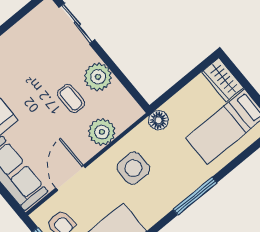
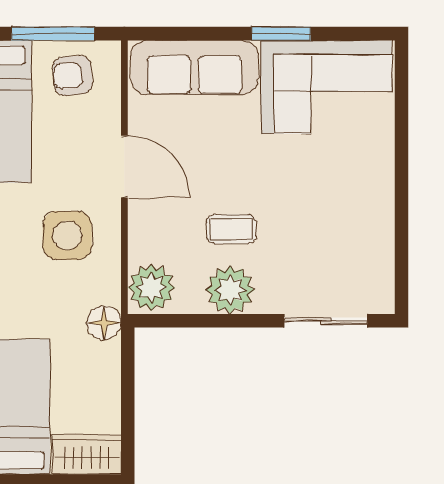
plant: (102, 132) -> (151, 288), moved
door: (70, 178) -> (124, 167), moved

